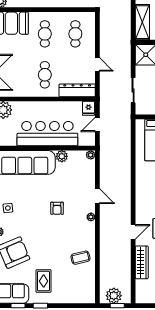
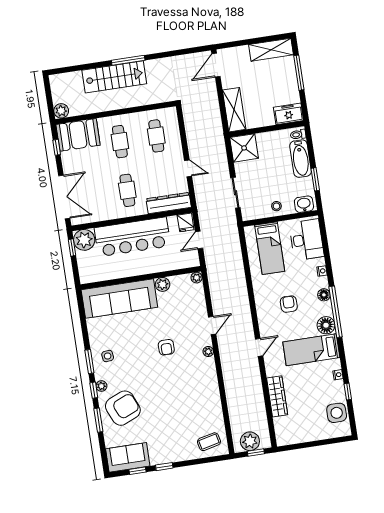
bar counter: (47, 134) -> (132, 237), moved, turned 180
door: (97, 196) -> (212, 325), hinge flipped
door: (133, 232) -> (259, 347), moved
coffee table: (80, 258) -> (209, 442), moved
rug: (44, 281) -> (163, 437), removed

